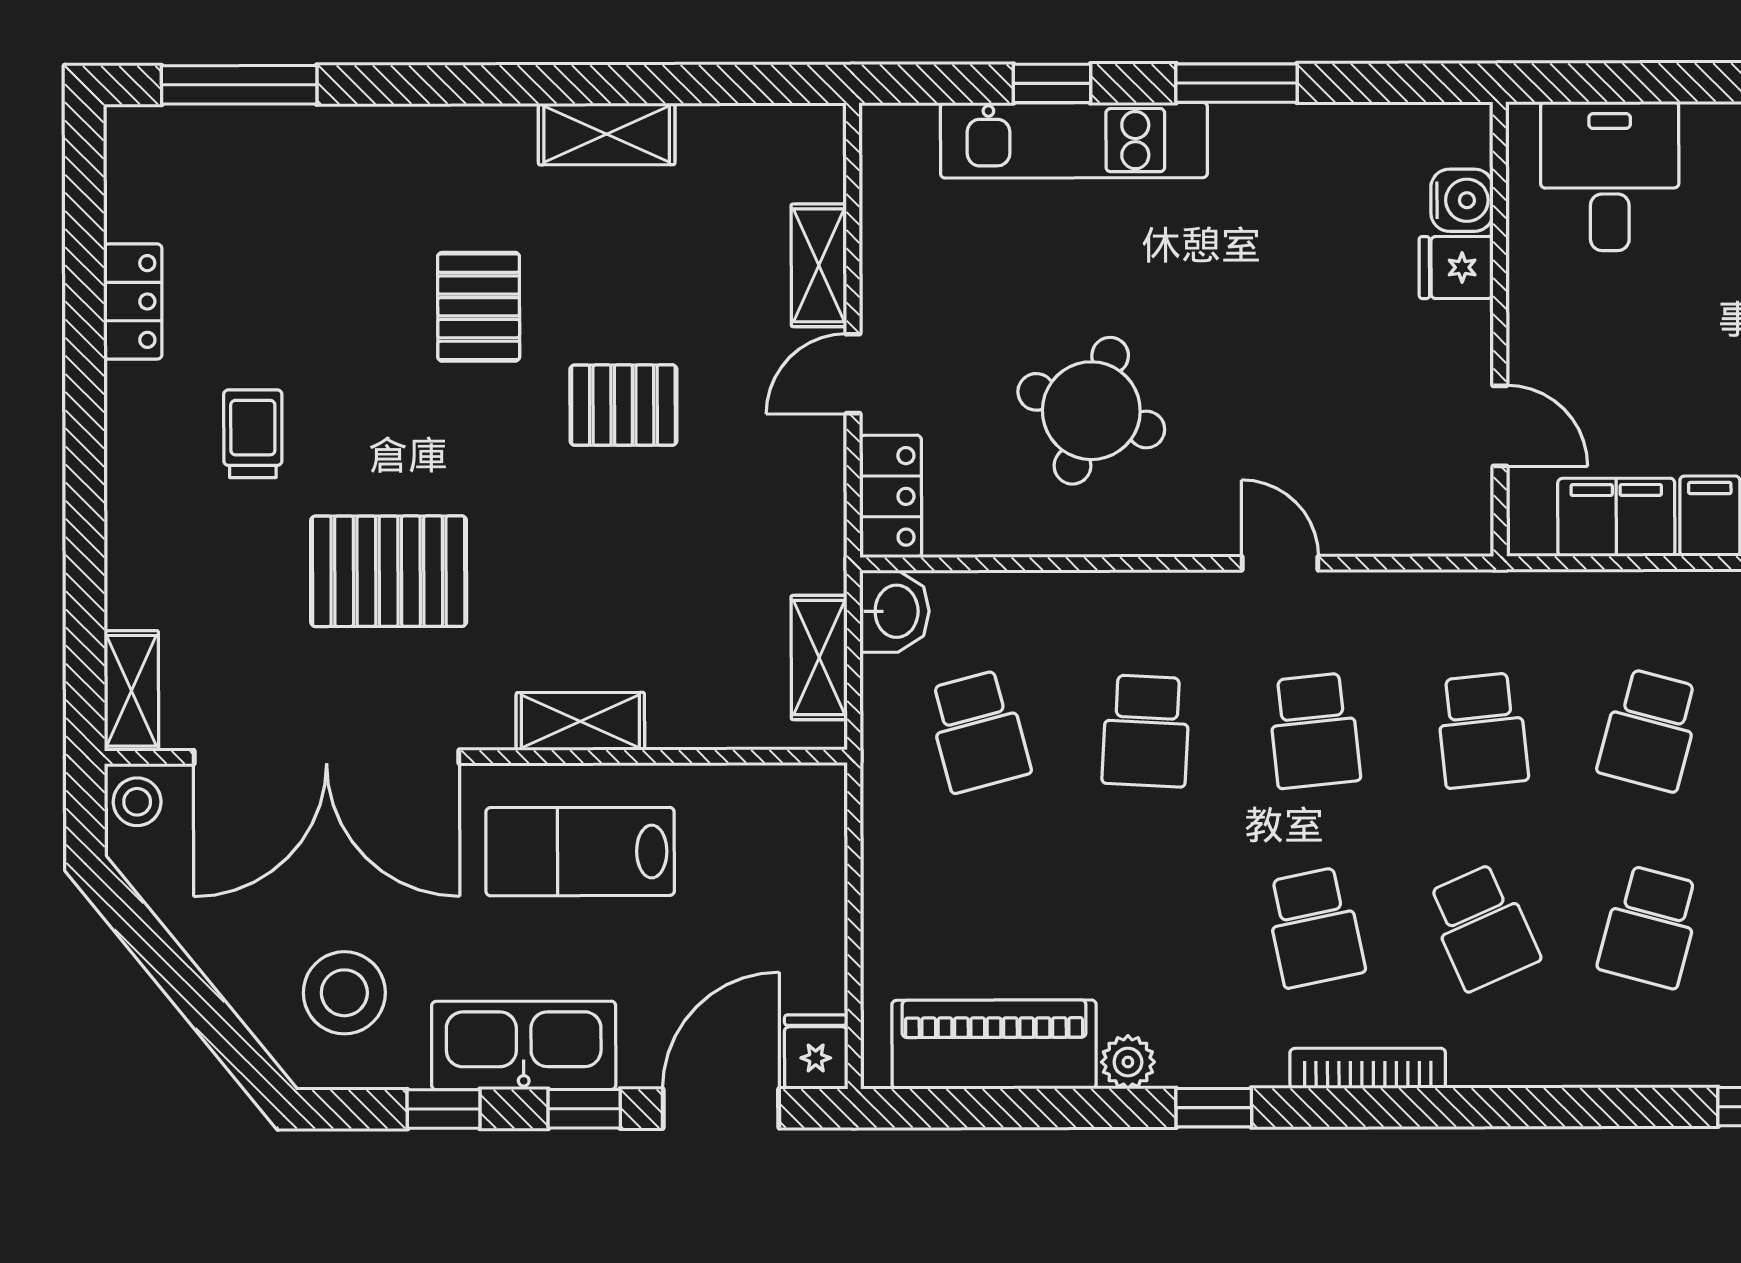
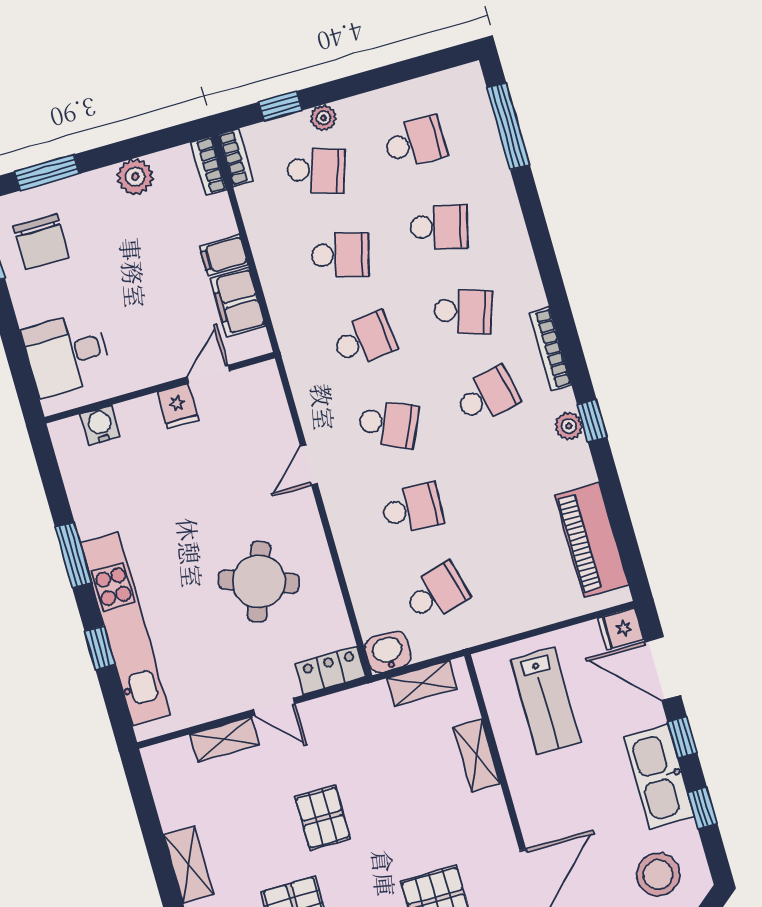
kitchen unit: (1074, 140) -> (125, 629), width x1.36
fridge: (1456, 267) -> (178, 406), moved
shelving: (580, 721) -> (477, 755), moved
school desk: (1314, 731) -> (388, 424), turned 30
lab bench: (580, 852) -> (546, 701), moved
school desk: (1482, 927) -> (463, 311), turned 42
plant: (1128, 1062) -> (569, 426), moved

